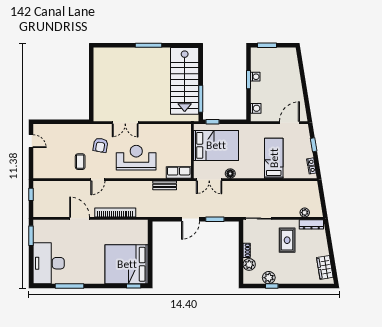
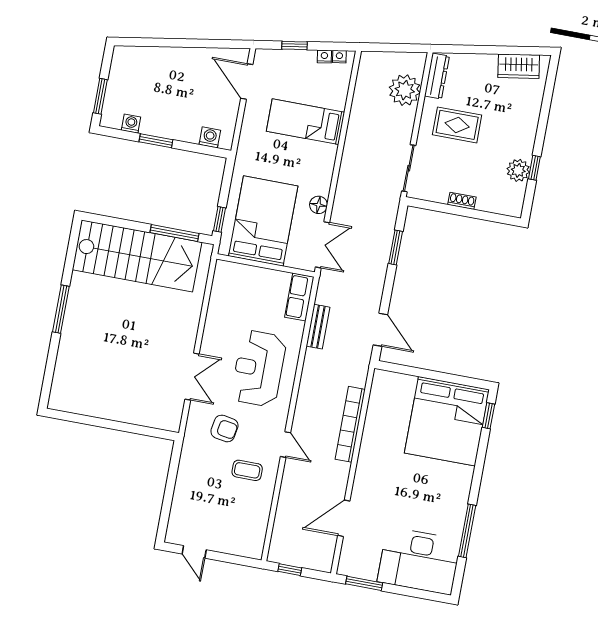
washing machine: (255, 77) -> (131, 124), moved
door: (31, 141) -> (194, 552), swing flipped
plant: (305, 213) -> (405, 90), width x1.88, depth x1.88
door: (80, 218) -> (344, 518), moved
door: (191, 219) -> (380, 330), moved
plant: (249, 264) -> (488, 201), removed

